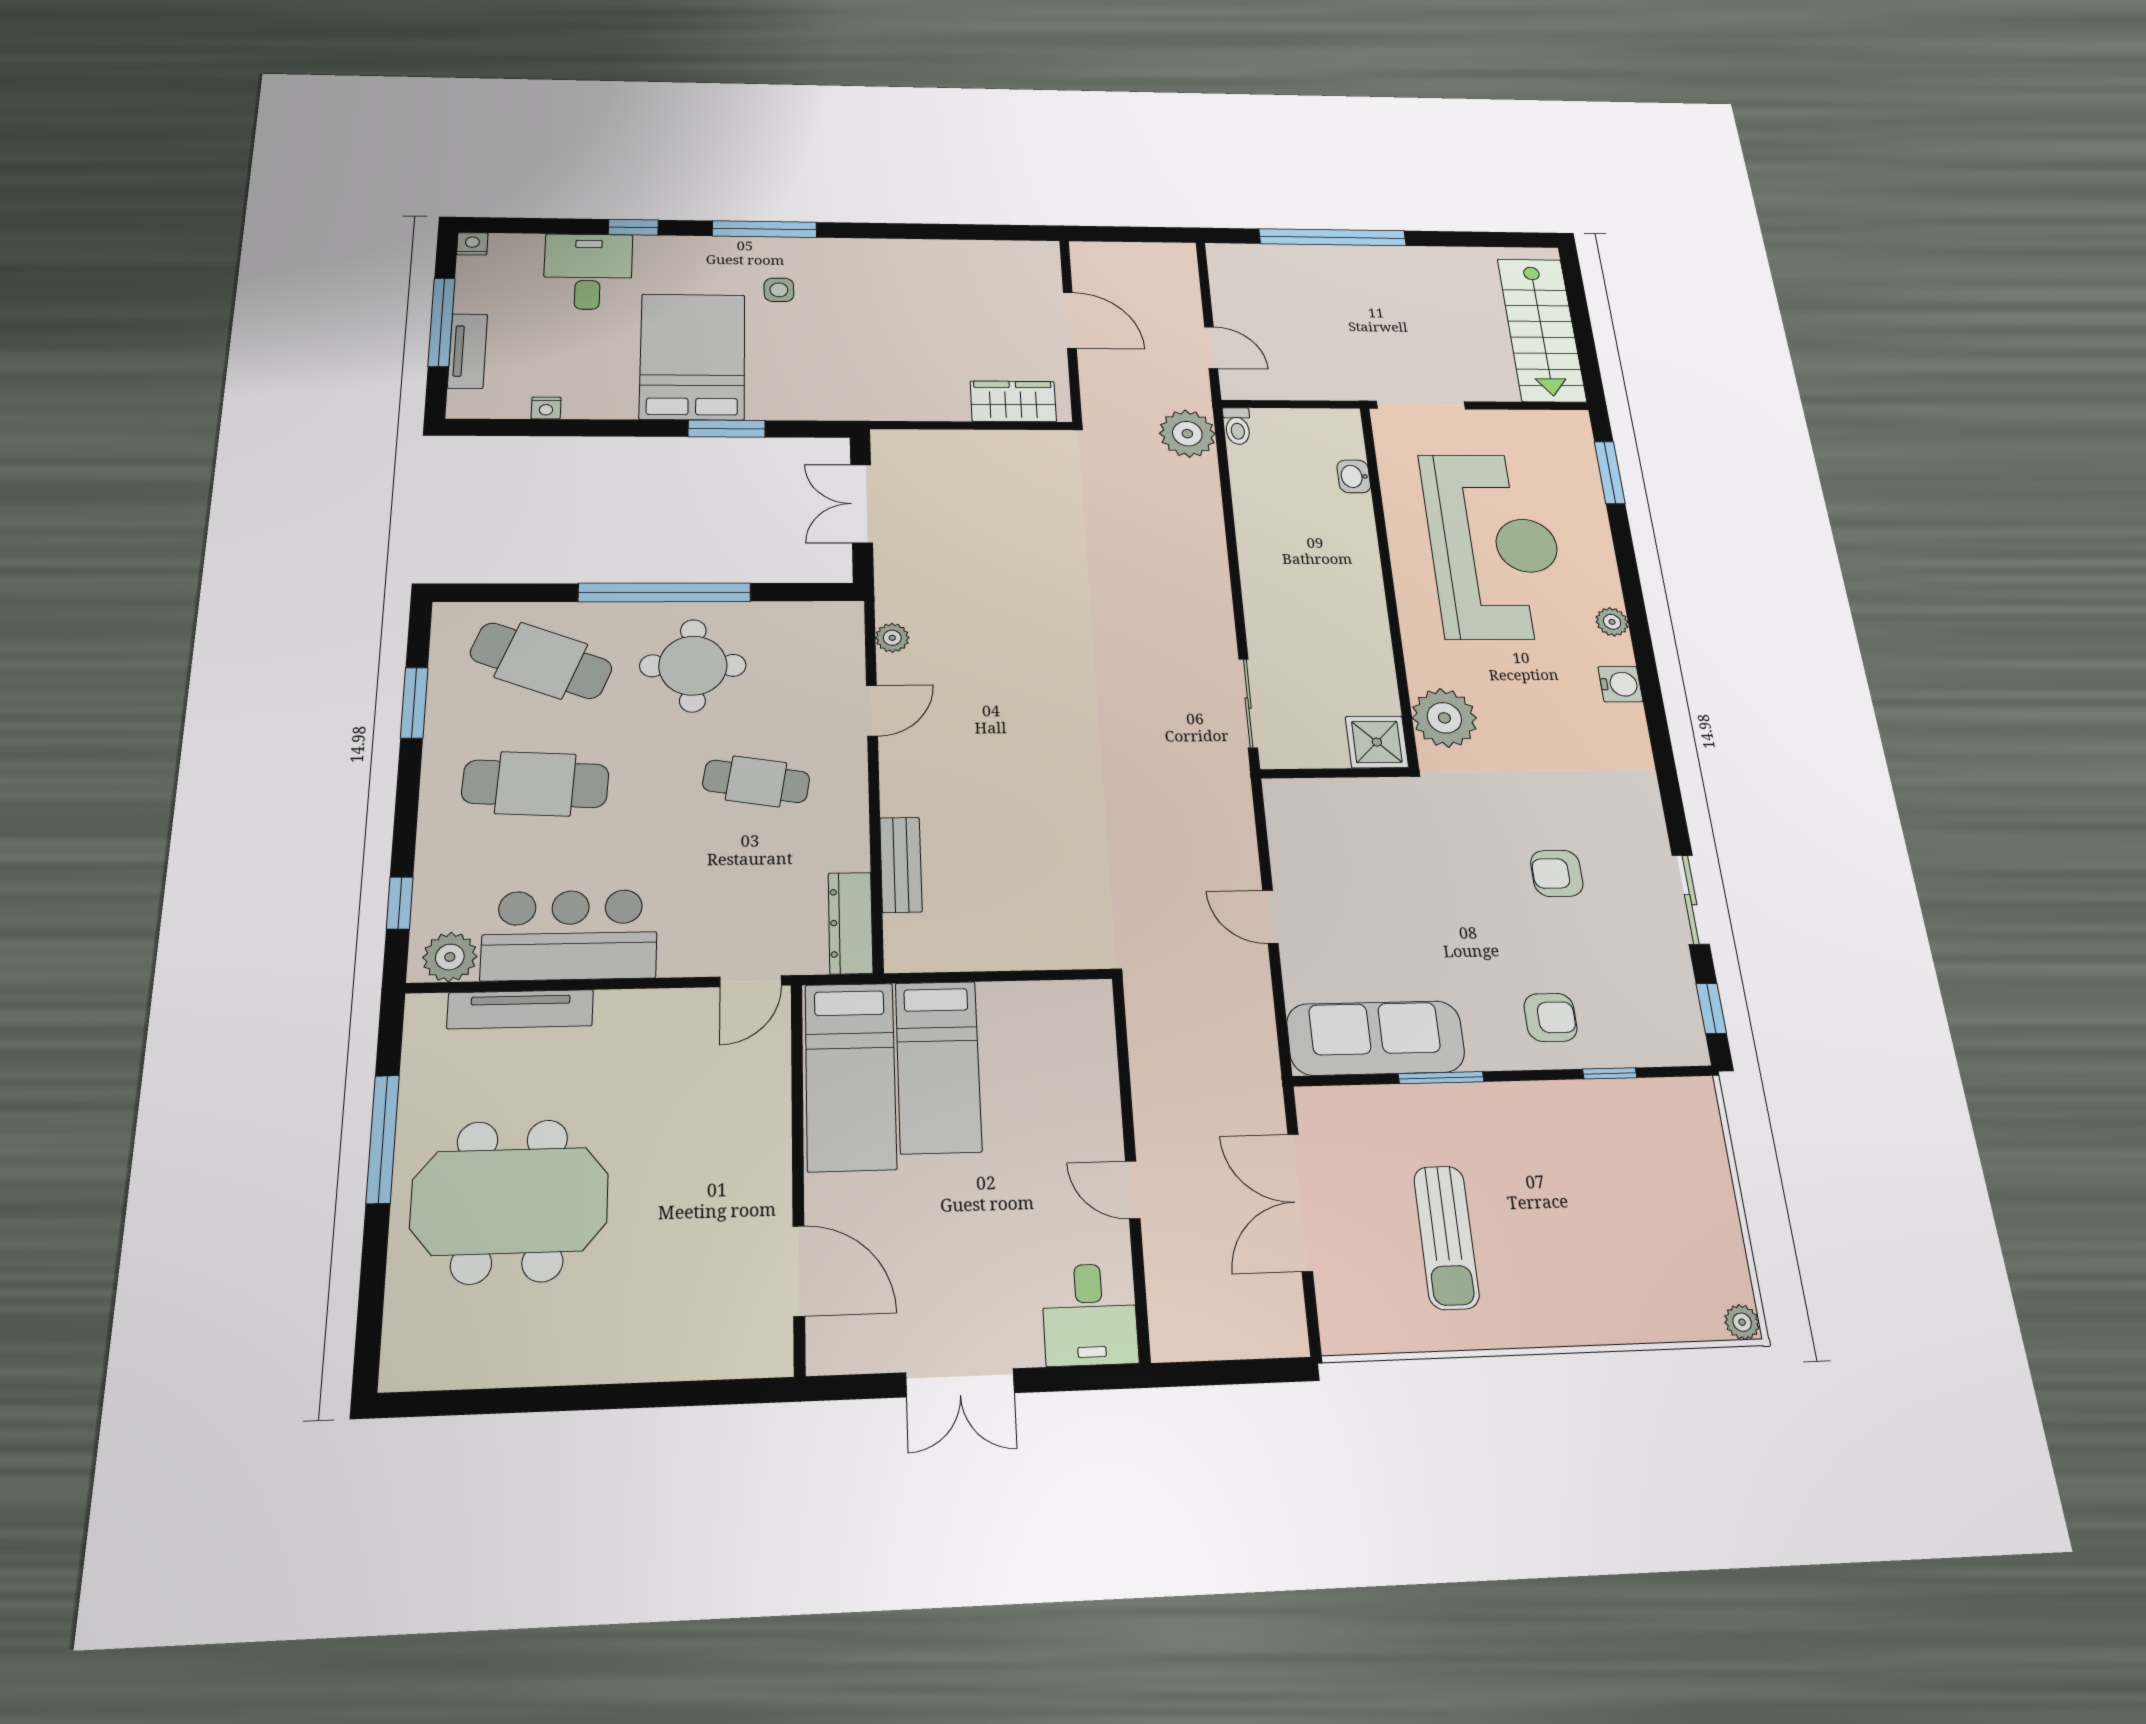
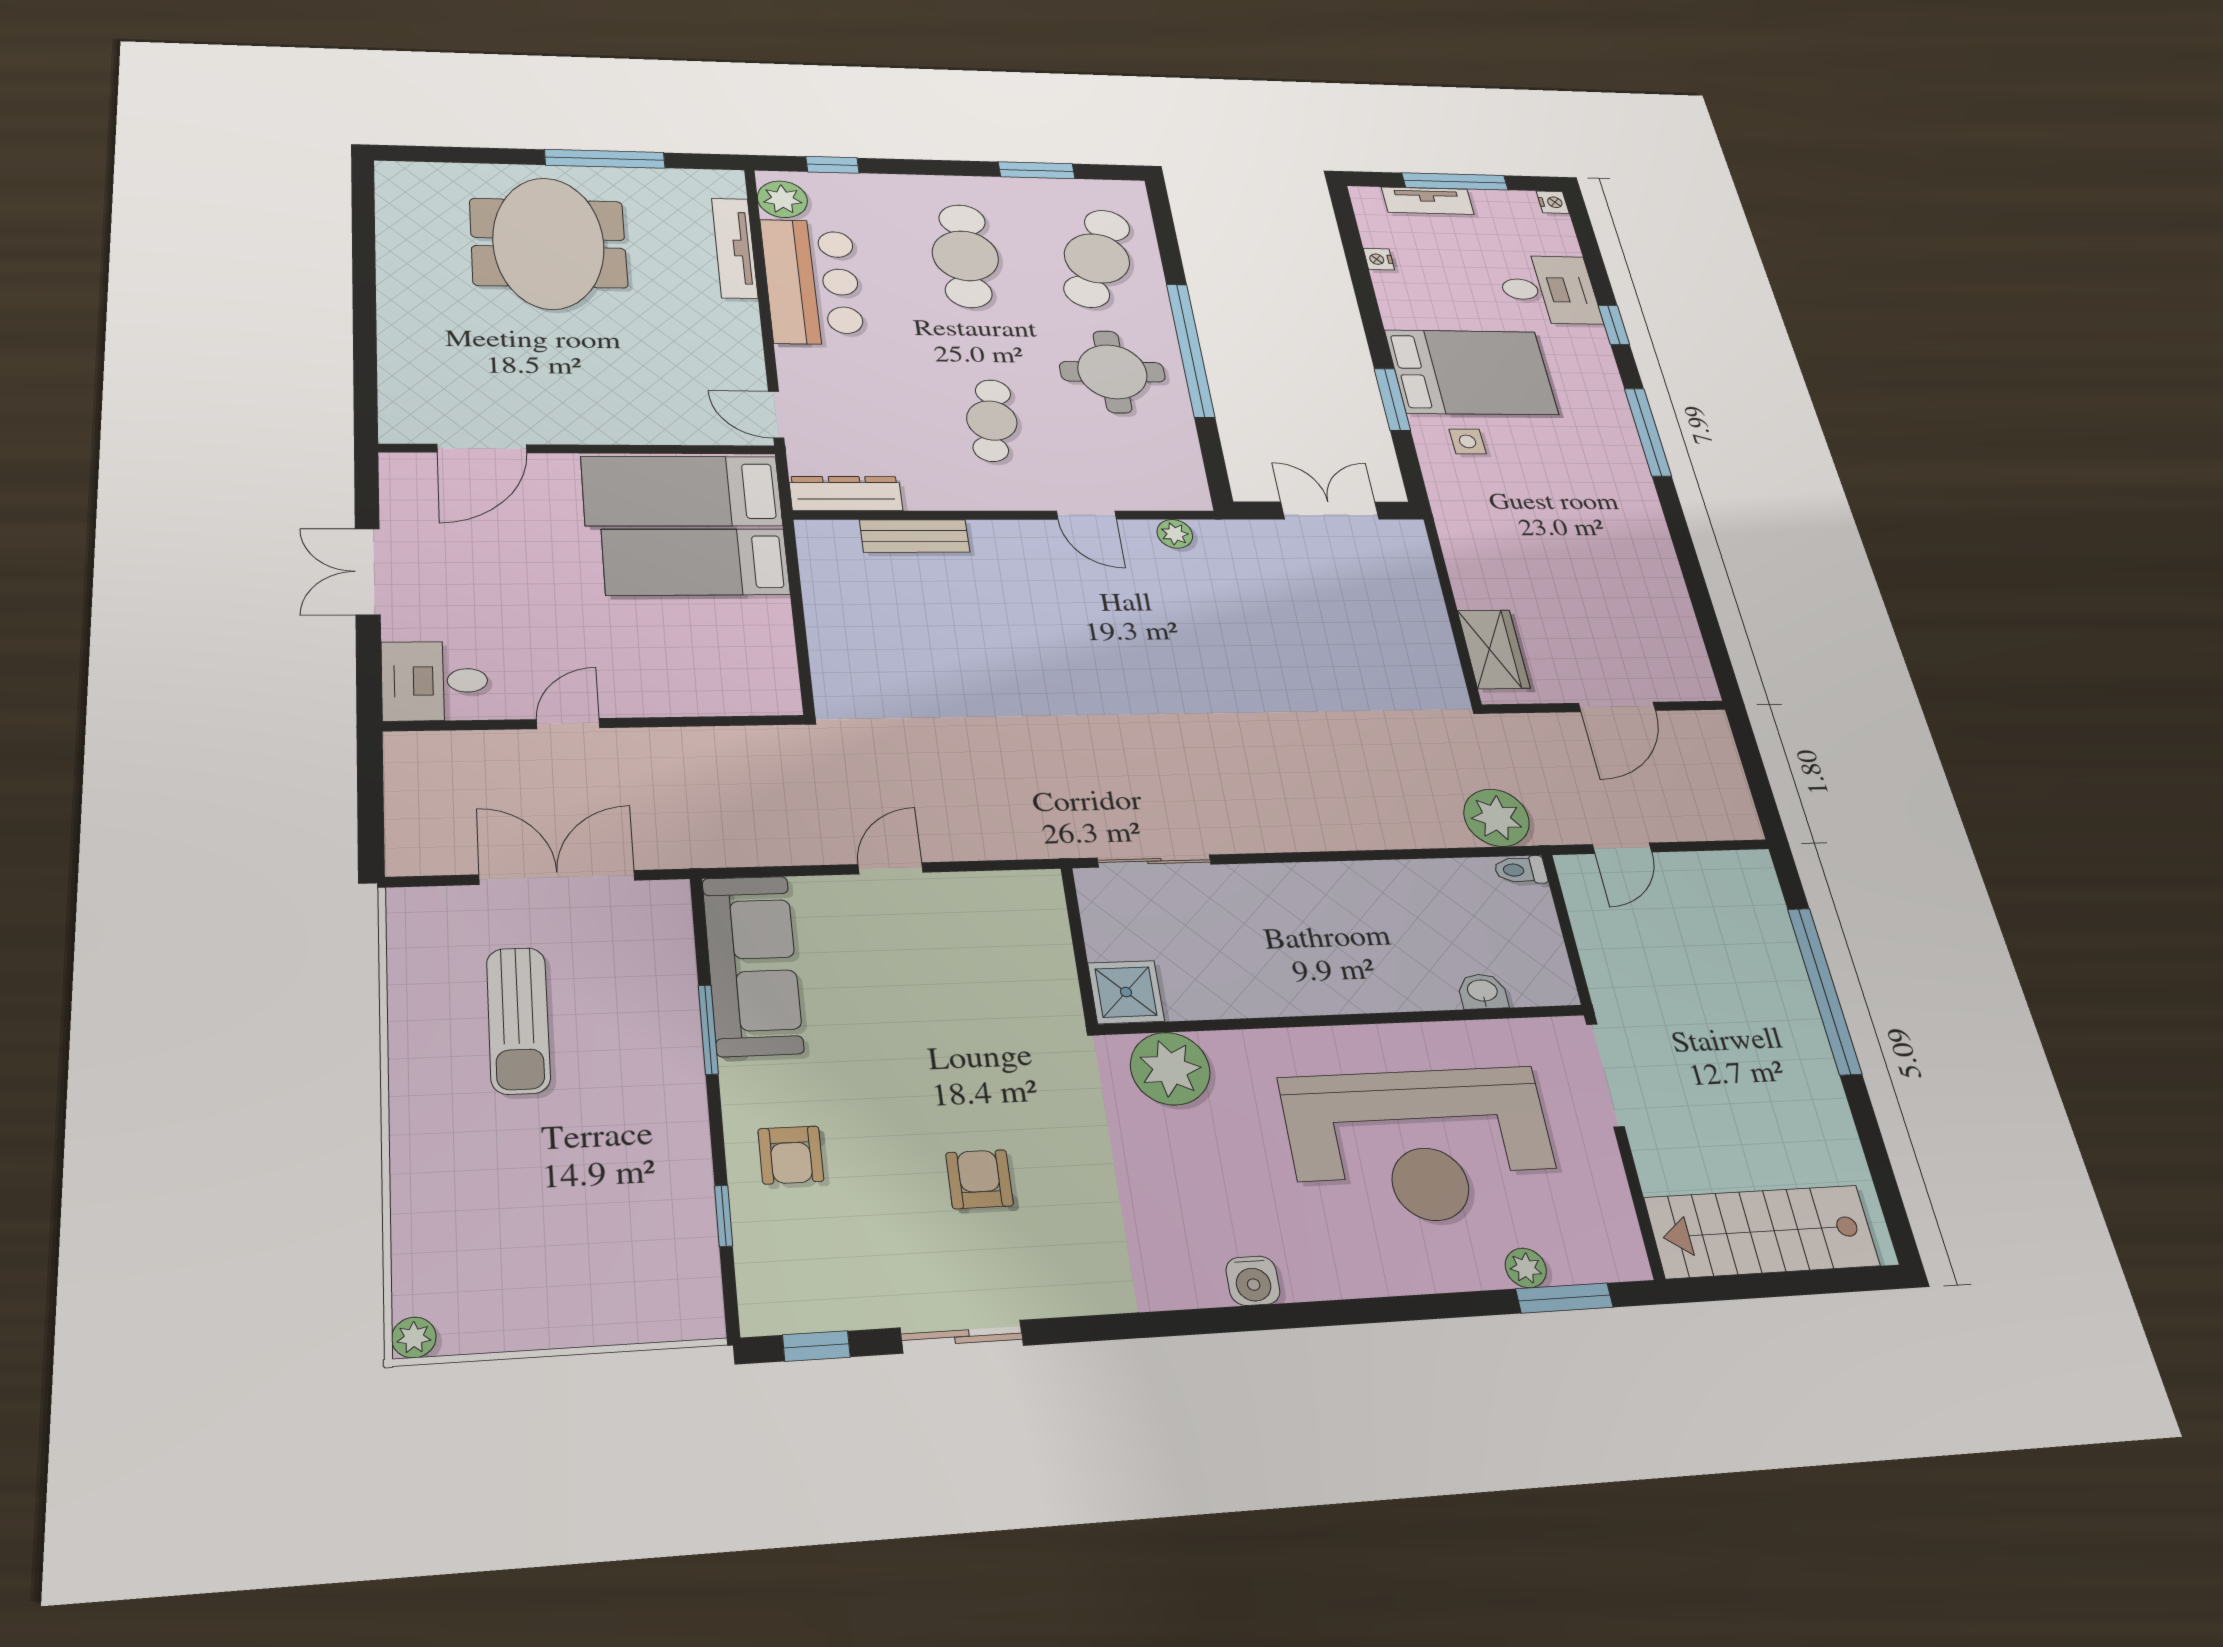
side table: (779, 290) -> (1468, 441), moved
plant: (1612, 622) -> (1526, 1268), moved
sun lounger: (1446, 1237) -> (518, 1020), turned -90

